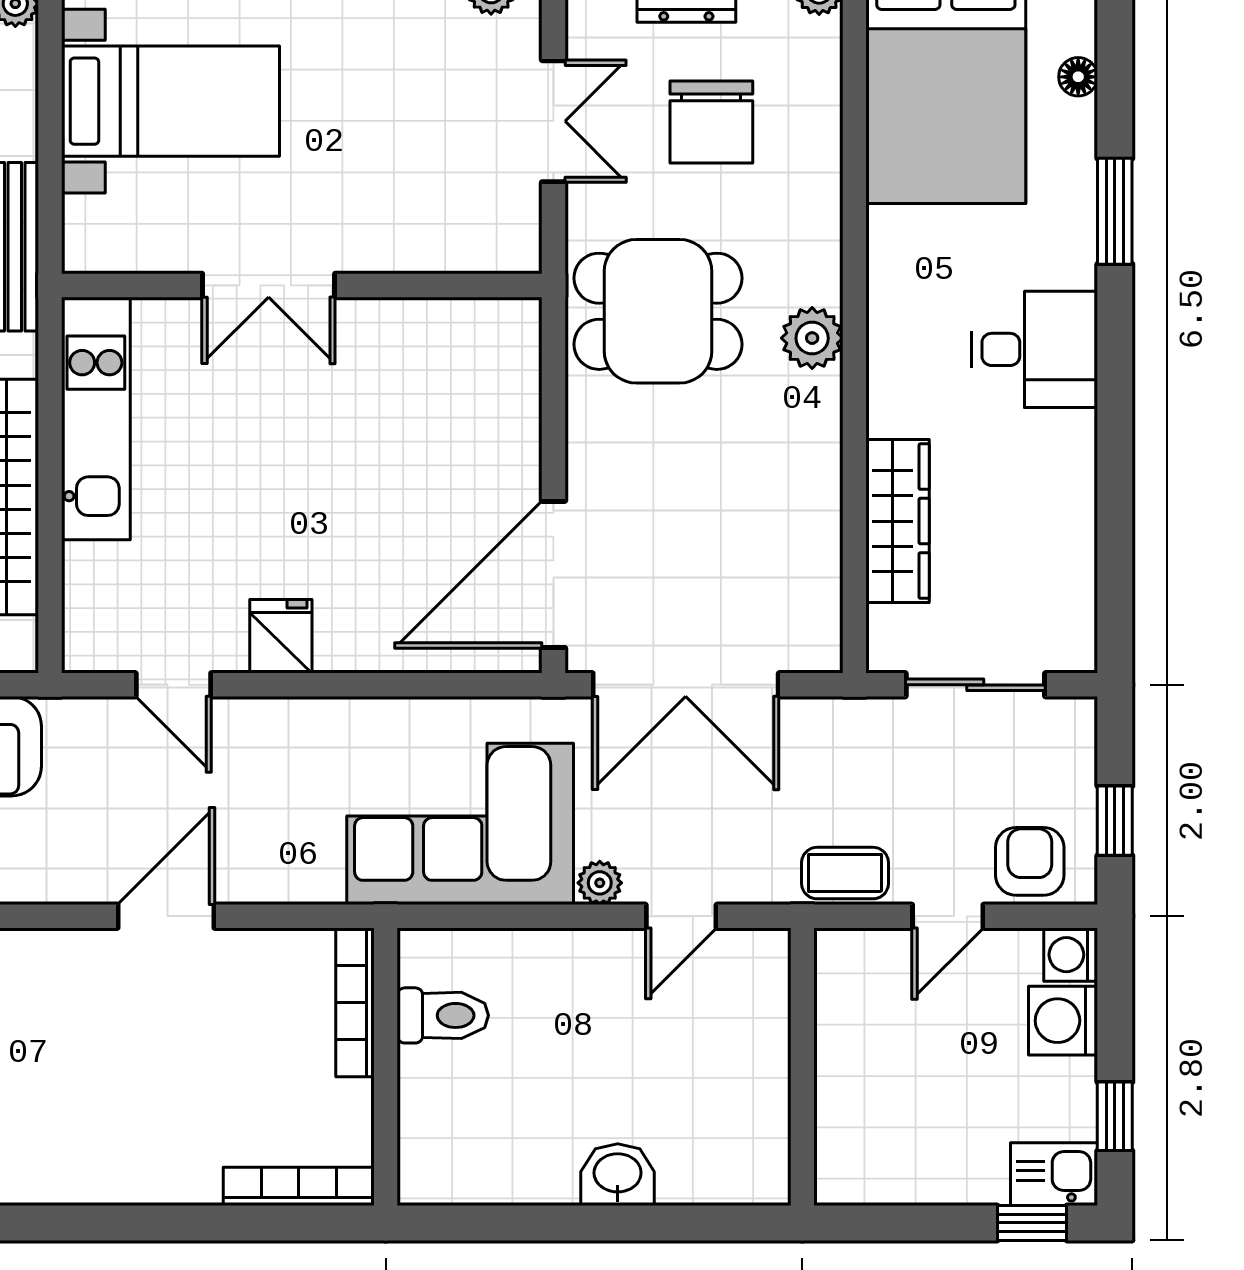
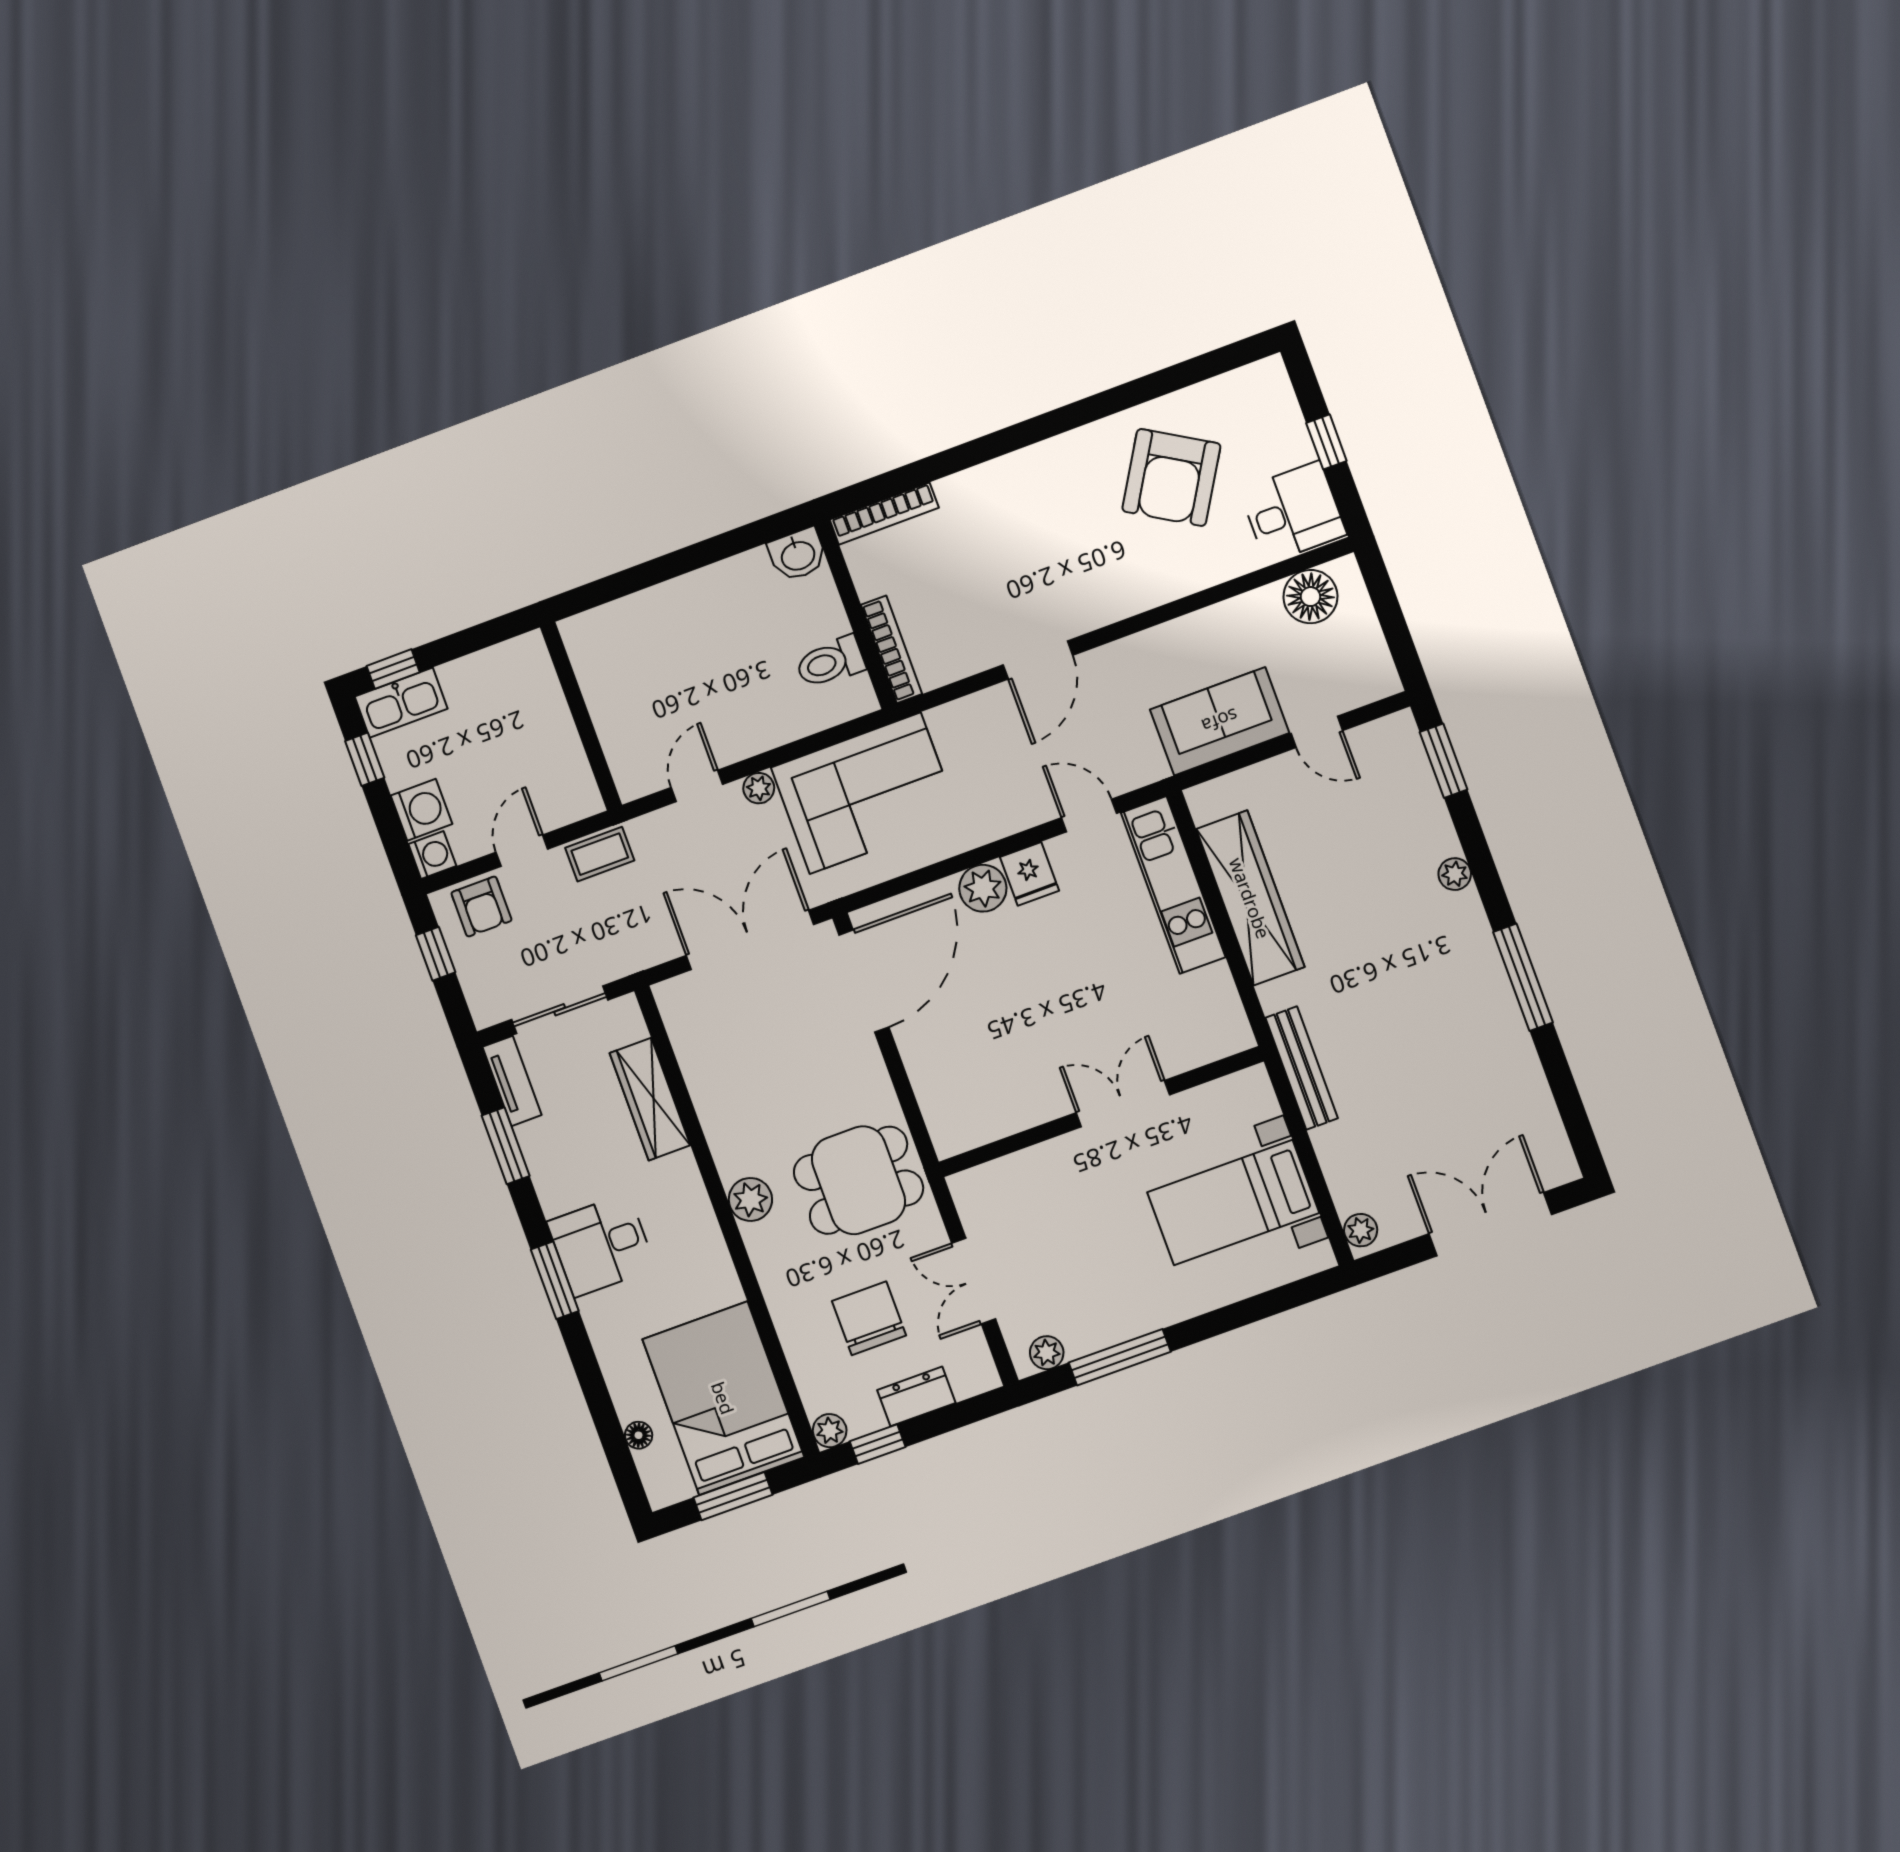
window: (1115, 211) -> (555, 1280), moved
kitchen unit: (96, 418) -> (1173, 885), moved
window: (1115, 529) -> (506, 1146), added
tv unit: (1074, 613) -> (512, 1081), added
plant: (350, 640) -> (983, 888), added
kitchen sink: (1054, 1174) -> (401, 703), width x1.38
washbasin: (618, 1175) -> (798, 555), moved

